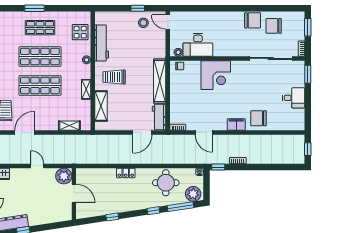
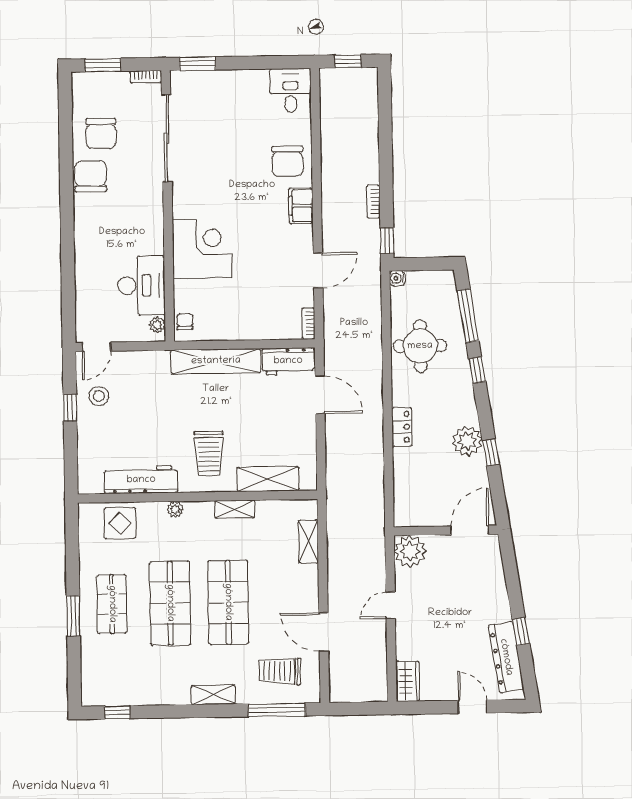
desk: (294, 98) -> (291, 90), moved
door: (74, 193) -> (470, 530), moved
plant: (193, 194) -> (467, 441), moved

